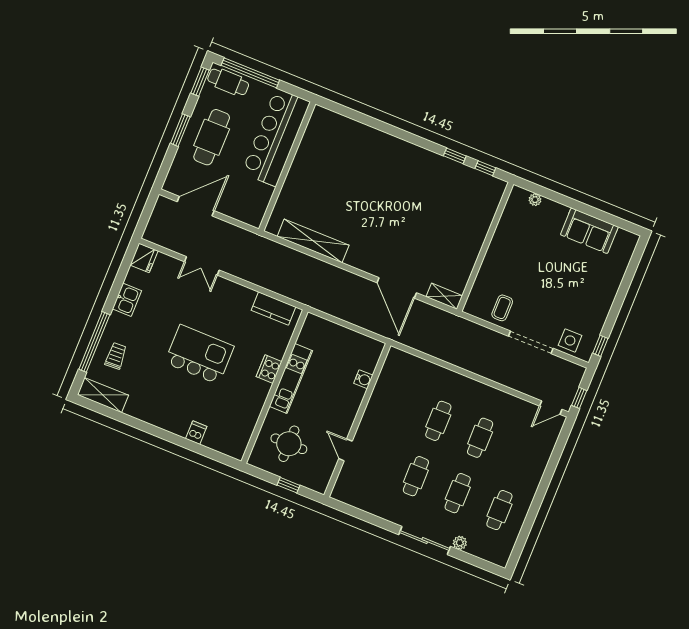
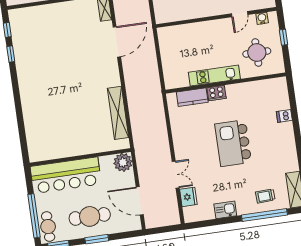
plant: (252, 213) -> (123, 162), added
fridge: (144, 258) -> (188, 197), moved, turned 90
kitchen counter: (273, 308) -> (192, 97), moved, turned 90
water cooler: (363, 379) -> (262, 18), moved

